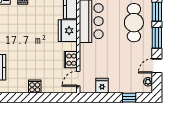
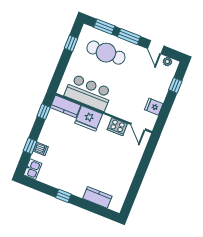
cooker: (35, 87) -> (129, 171), removed

